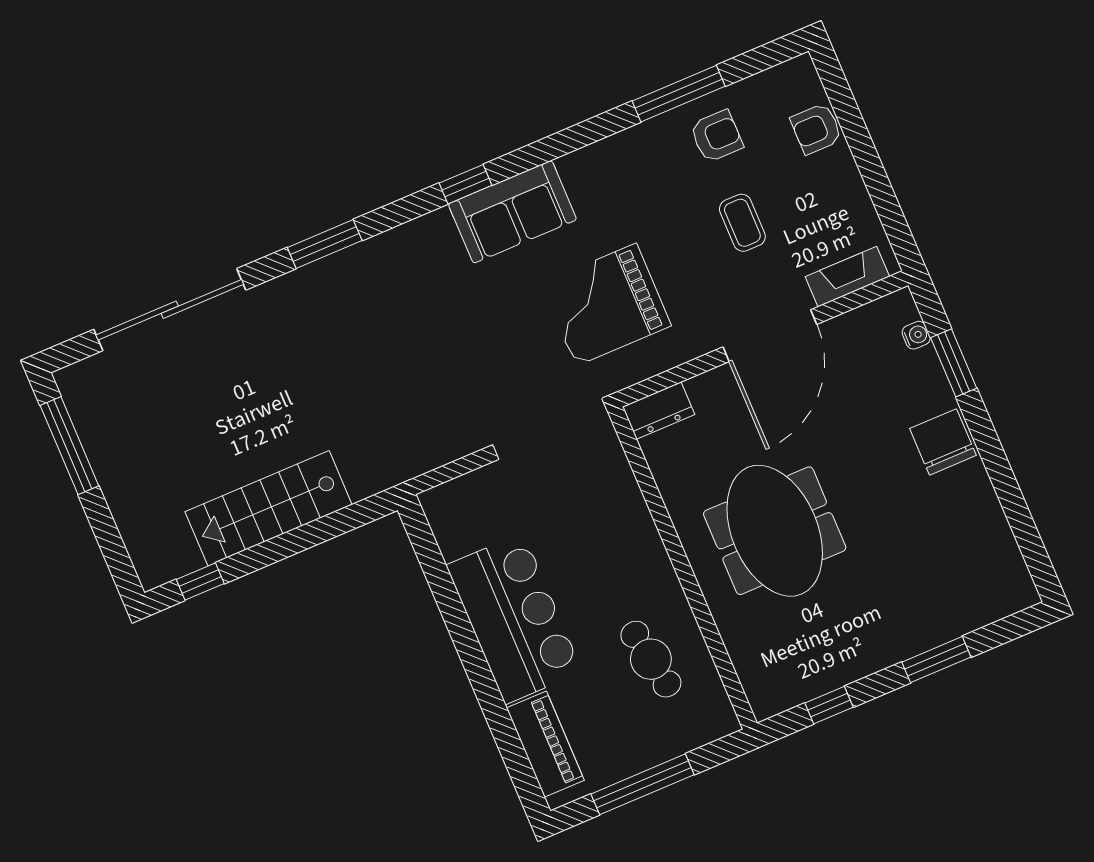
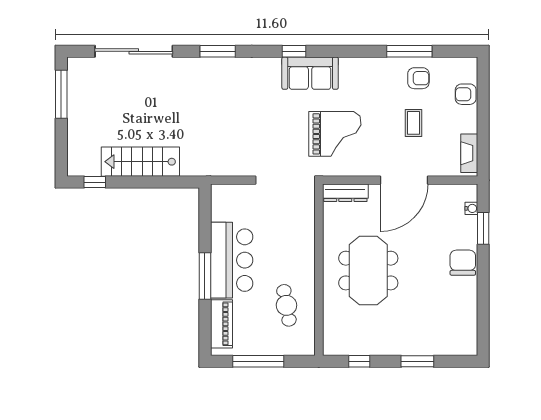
fireplace: (847, 277) -> (469, 153), moved, turned -90
grand piano: (606, 305) -> (335, 134), turned 180
dresser: (659, 410) -> (345, 193), width x1.44
window: (477, 669) -> (205, 276), added

